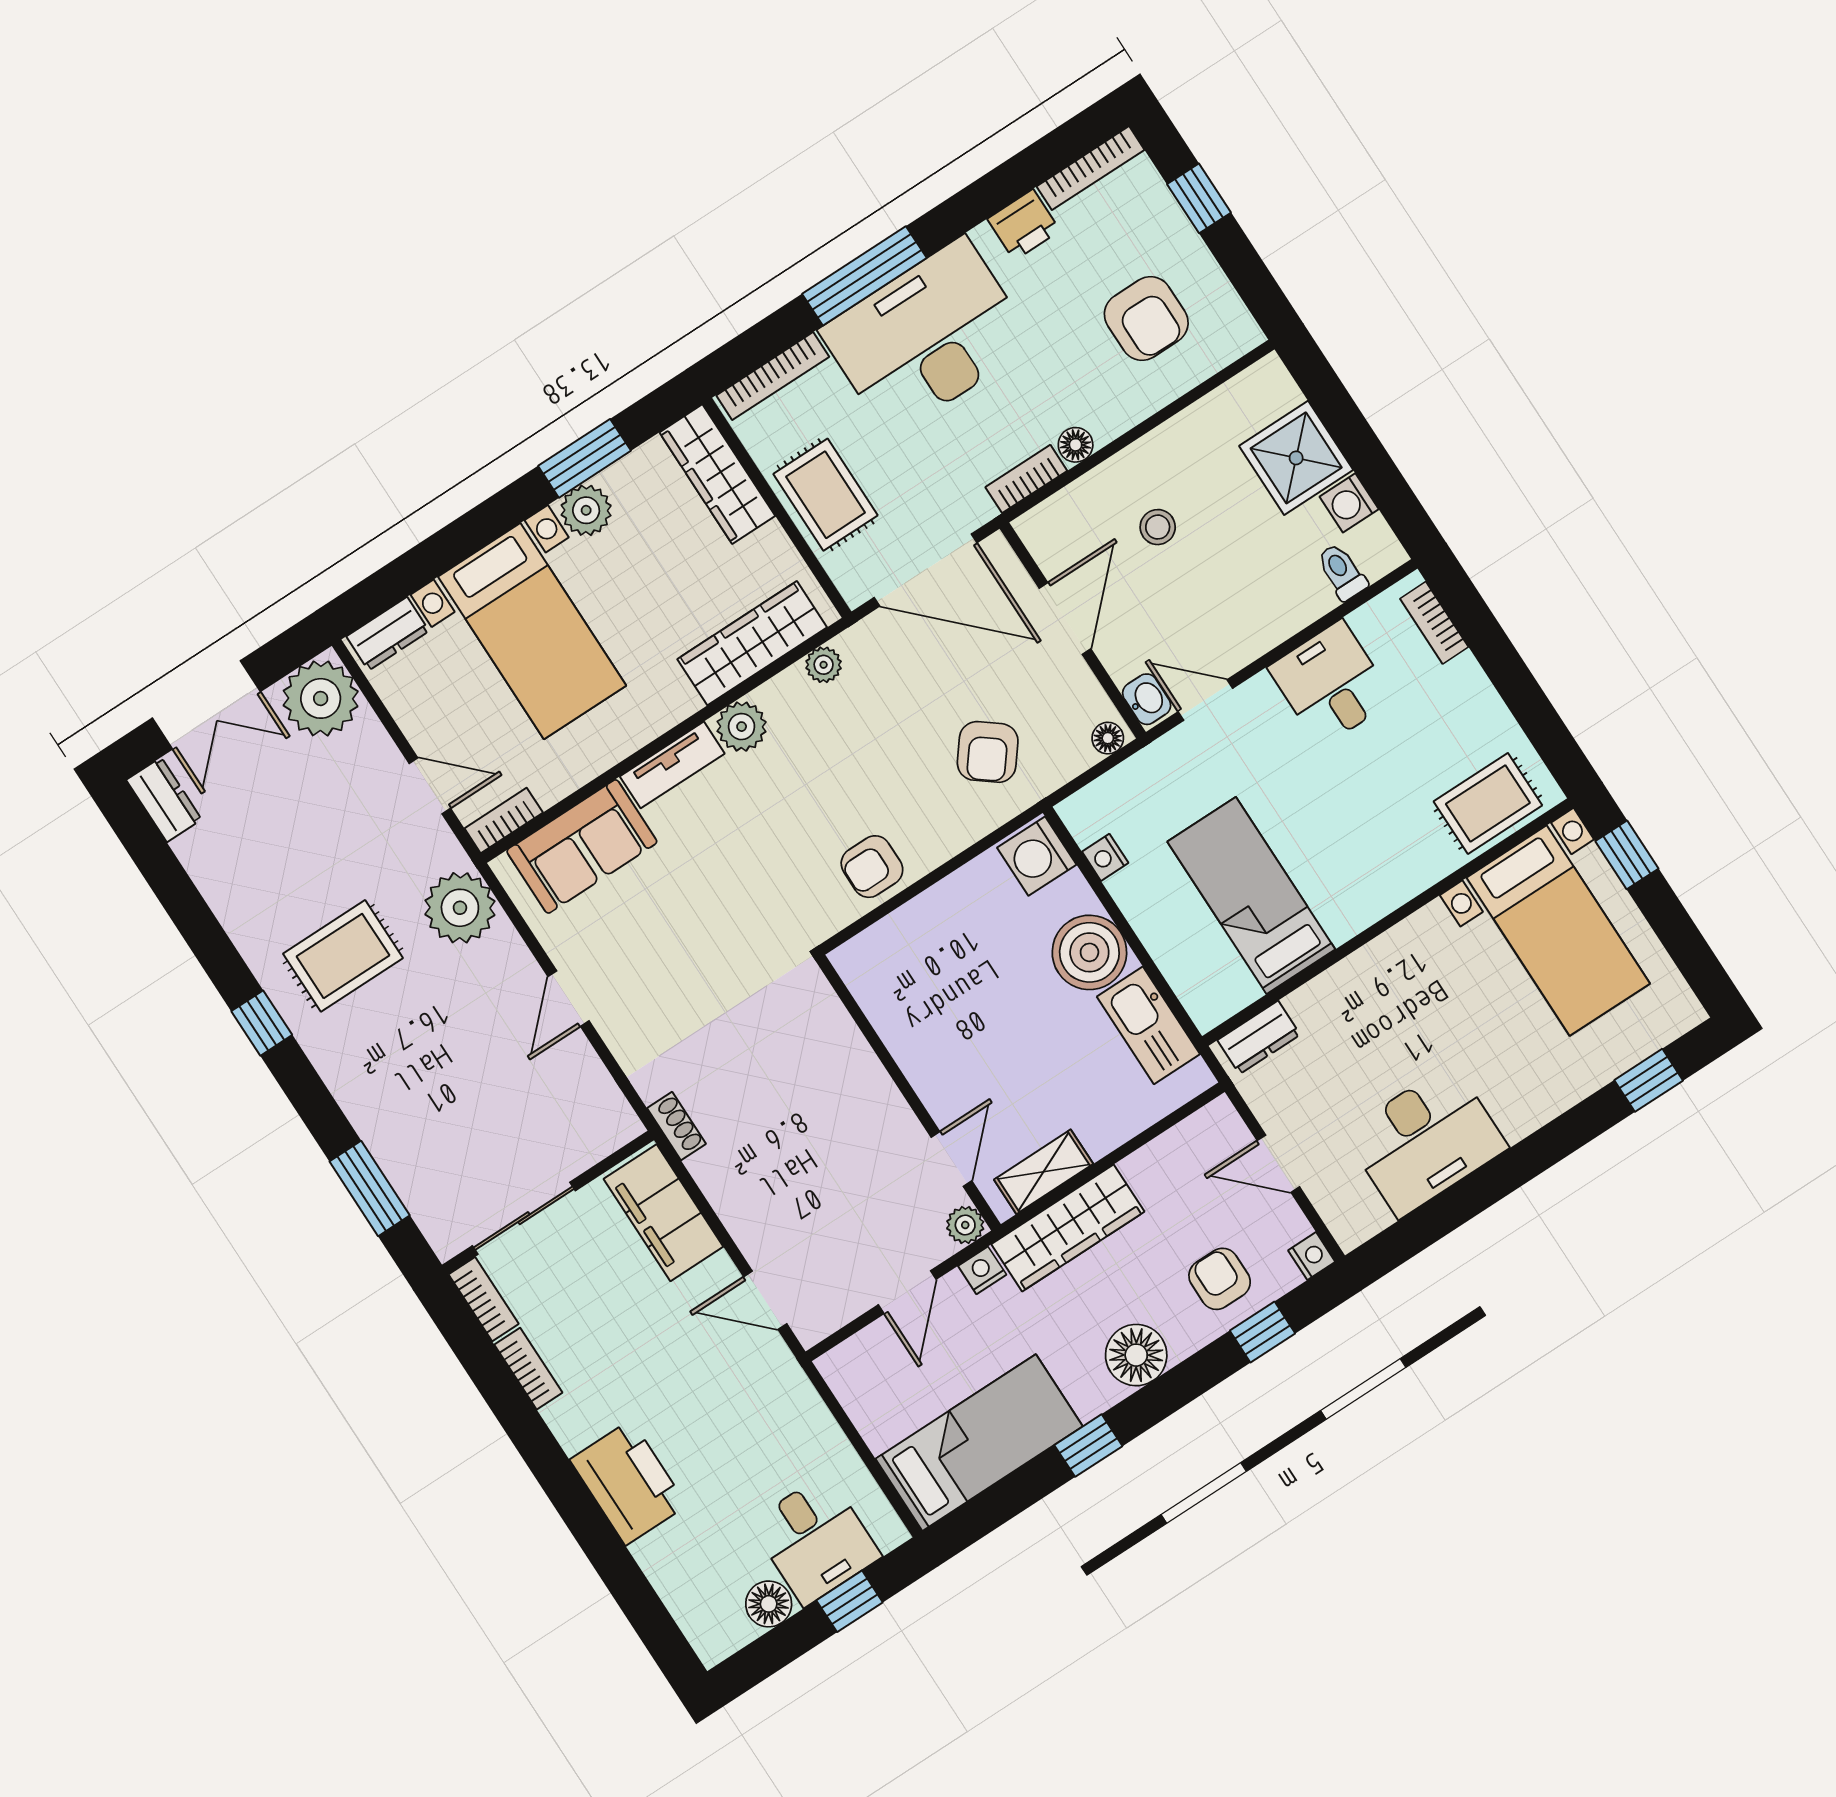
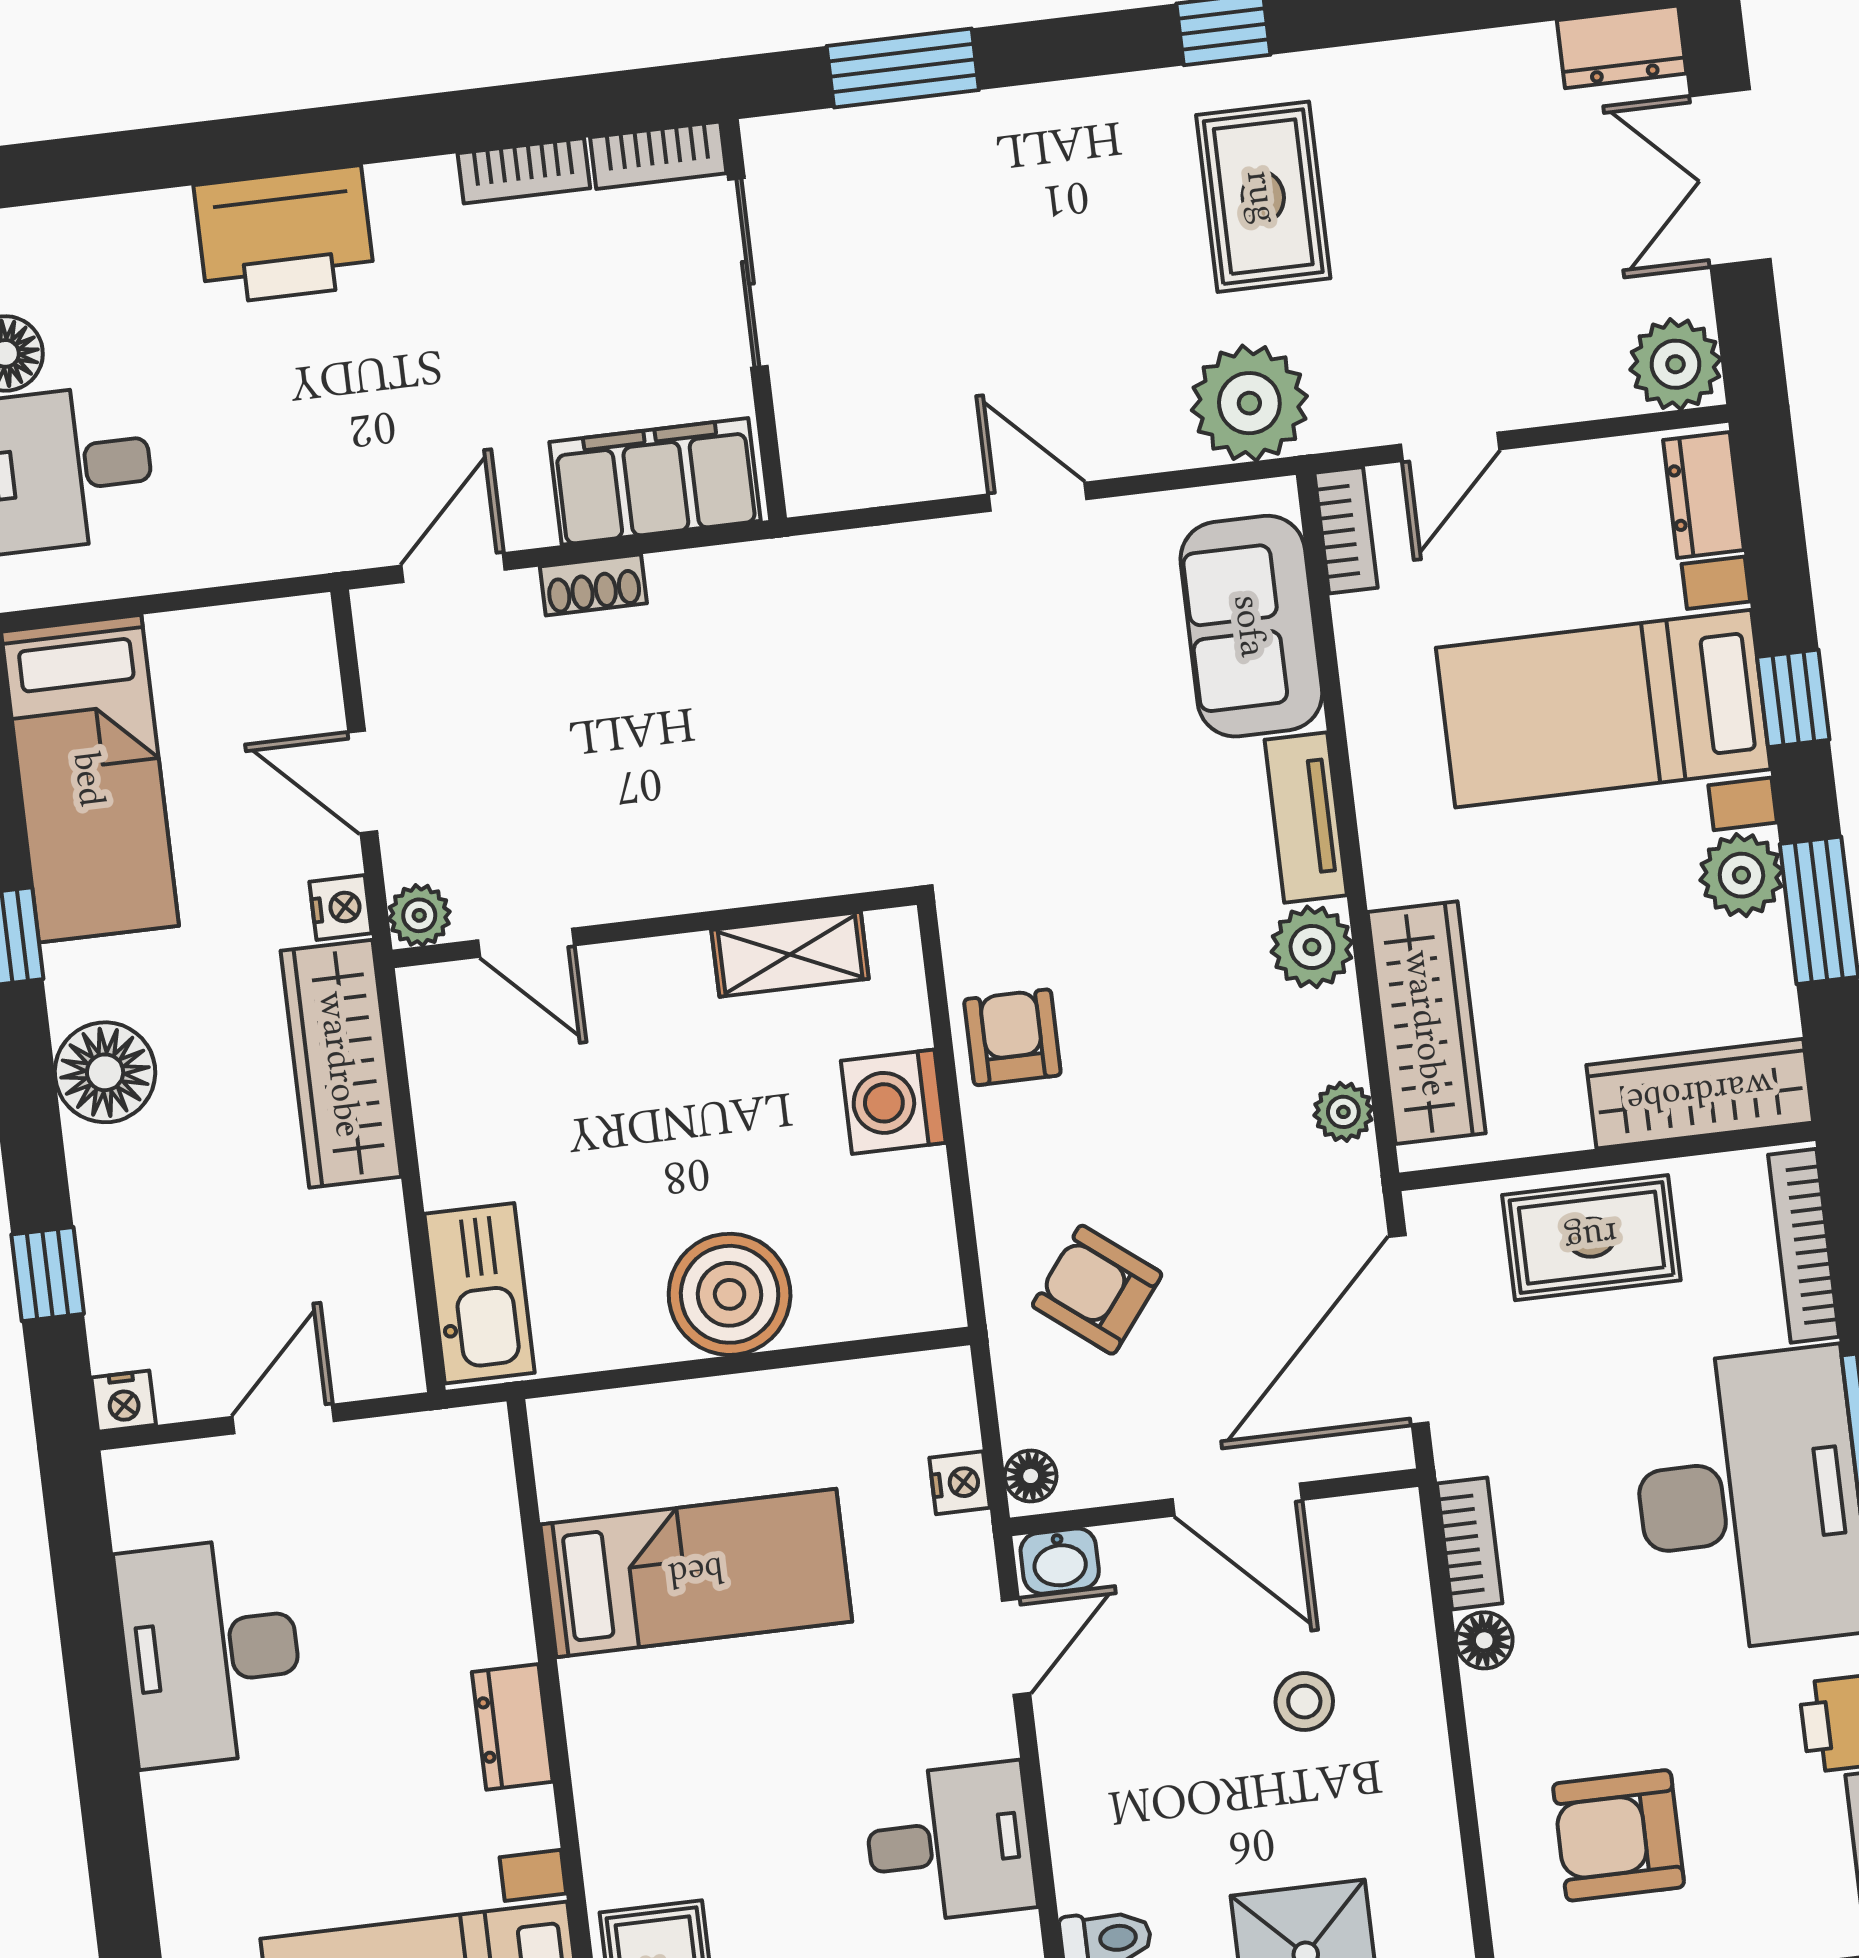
window: (475, 530) -> (1793, 698), added
plant: (321, 698) -> (1675, 364), width x0.73, depth x0.73
washing machine: (1037, 856) -> (893, 1102), moved, turned -90
nightstand: (1105, 857) -> (960, 1483), moved, turned 90
kitchen sink: (1148, 1025) -> (479, 1293), moved, turned 90
dresser: (1259, 1037) -> (512, 1727), moved
shoe rack: (676, 1126) -> (593, 585), moved
shelving: (1044, 1172) -> (790, 954), moved, turned 90
armchair: (1220, 1279) -> (157, 1250), removed

